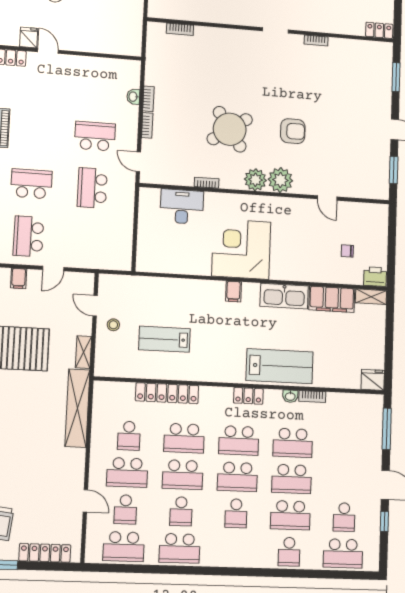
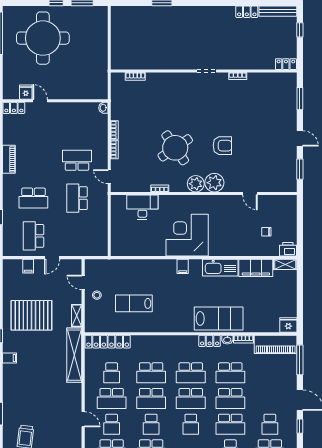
washbasin: (133, 97) -> (103, 108), moved
school desk: (31, 184) -> (33, 198), turned 180
locker: (167, 393) -> (108, 342), moved
locker: (248, 396) -> (210, 341), moved
piano: (355, 406) -> (276, 344), added

